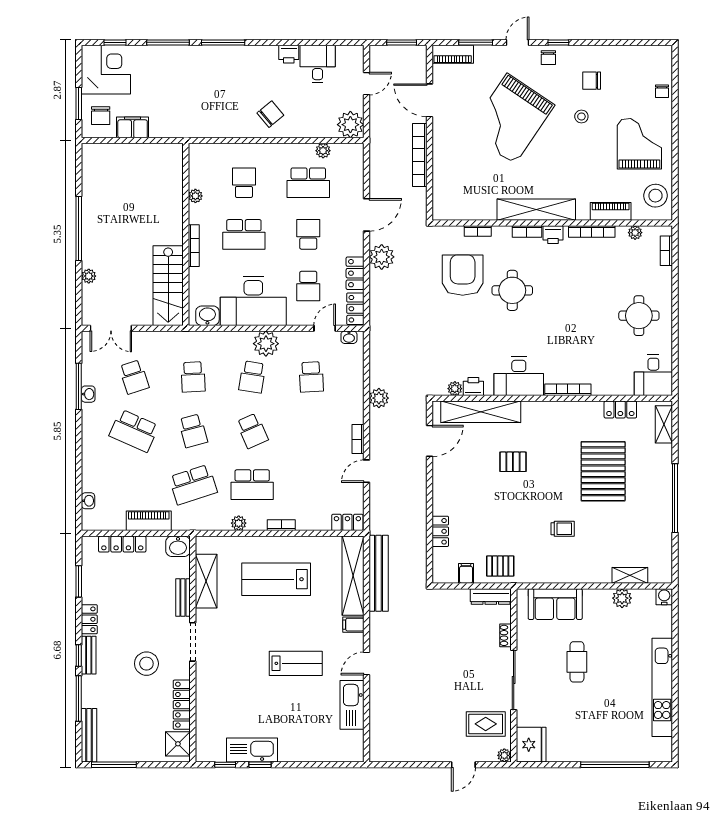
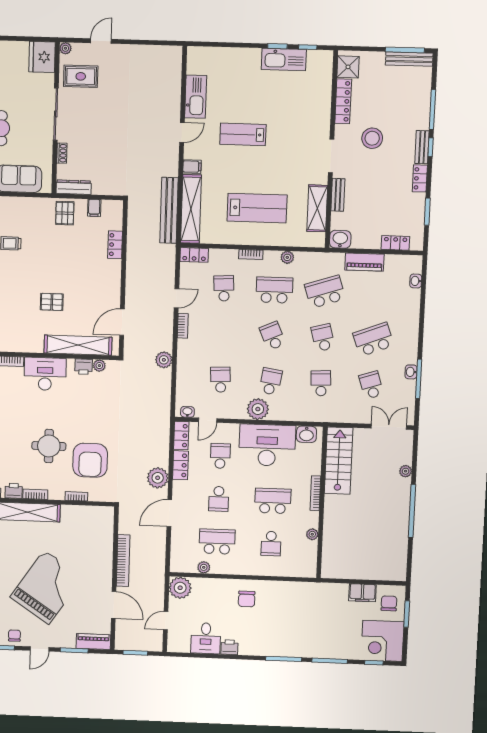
chair: (270, 114) -> (247, 599), turned -50
school desk: (134, 431) -> (373, 339), turned -45
school desk: (311, 485) -> (224, 288), added
locker: (122, 544) -> (395, 243), width x0.66
pallet: (500, 566) -> (65, 213), turned 90
bench: (89, 735) -> (409, 59), moved, turned 90

